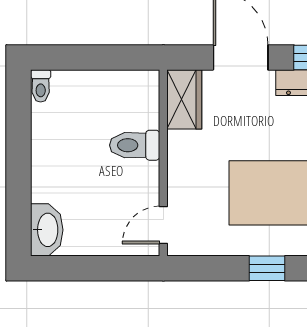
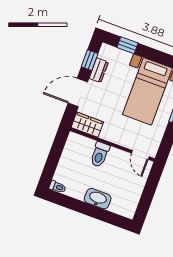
washbasin: (47, 230) -> (98, 199), moved

